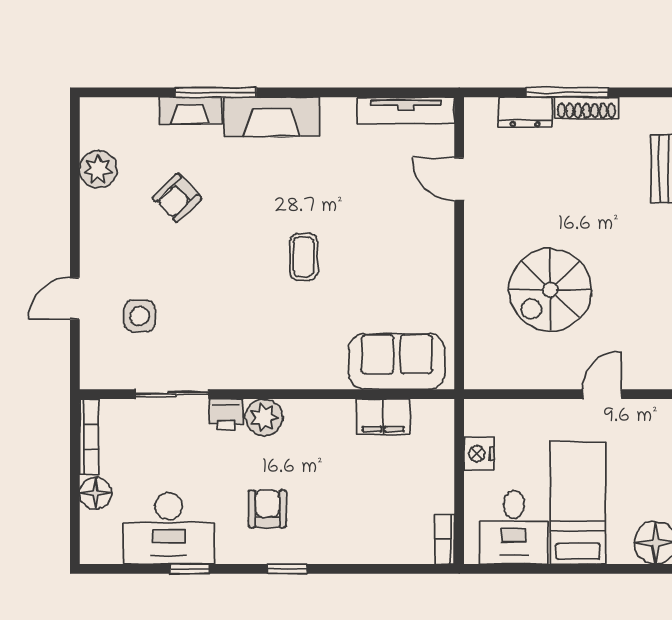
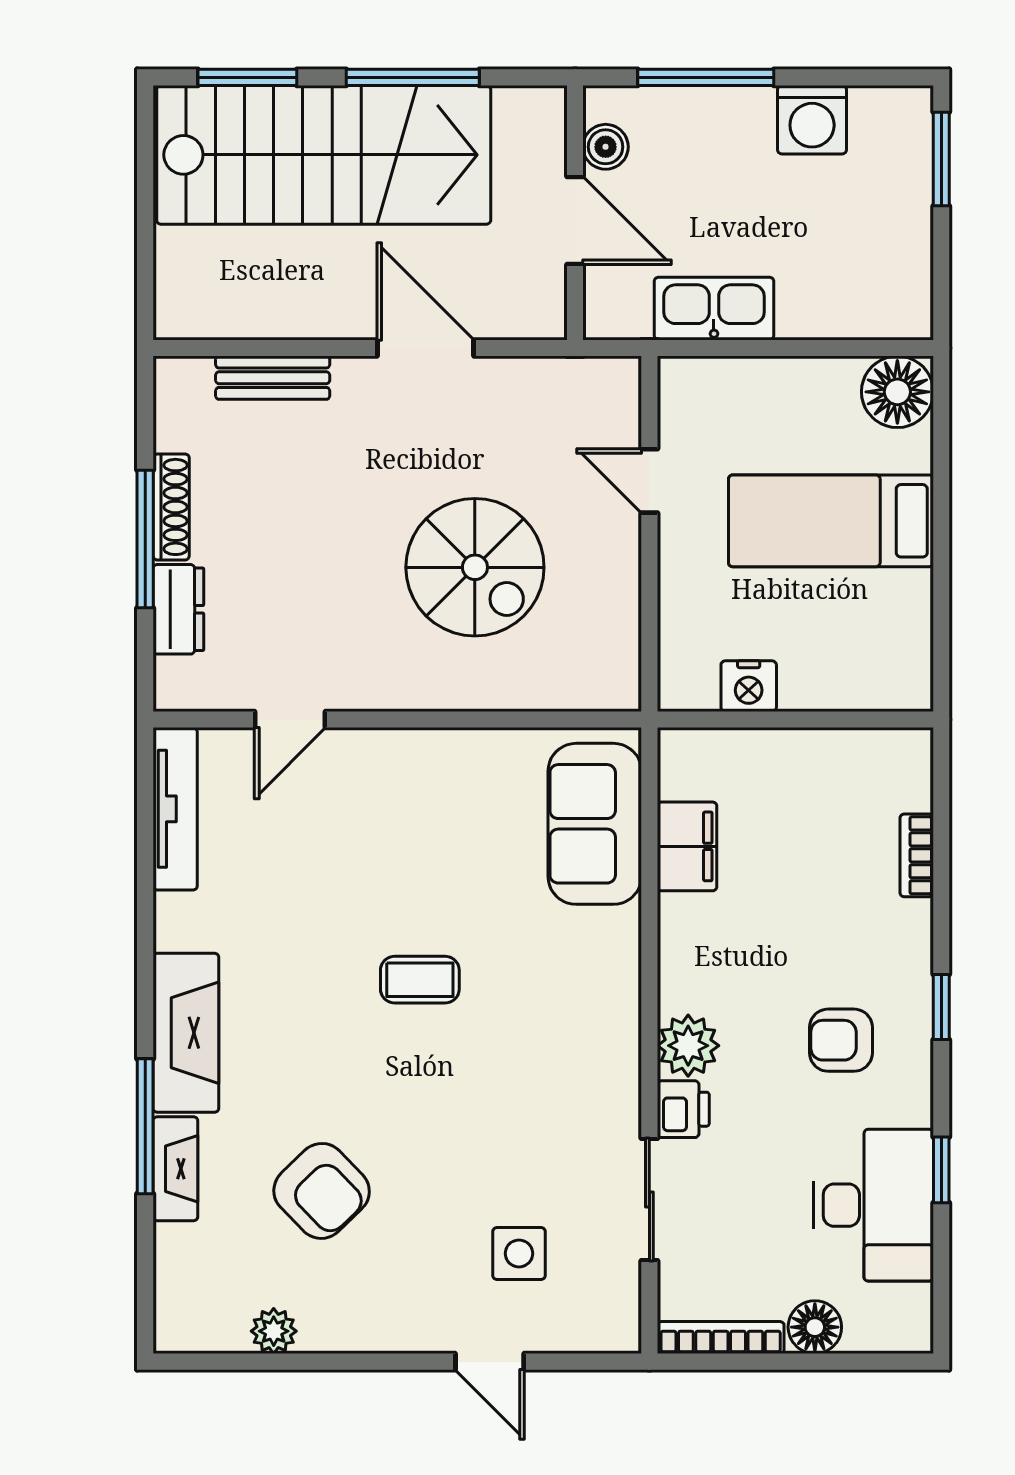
plant: (98, 169) -> (274, 1331), width x0.73, depth x0.73
armchair: (177, 198) -> (322, 1191), width x1.38, depth x1.38
desk: (514, 527) -> (872, 628), removed
bookcase: (445, 539) -> (917, 855), moved, turned 90

